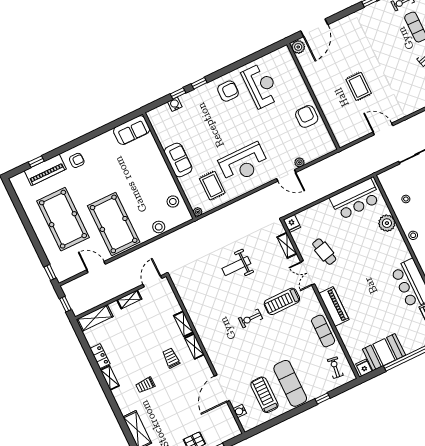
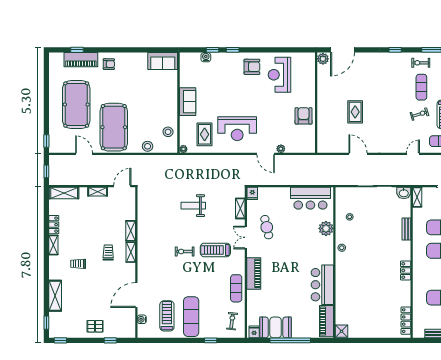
reception desk: (261, 86) -> (280, 75), turned 180

